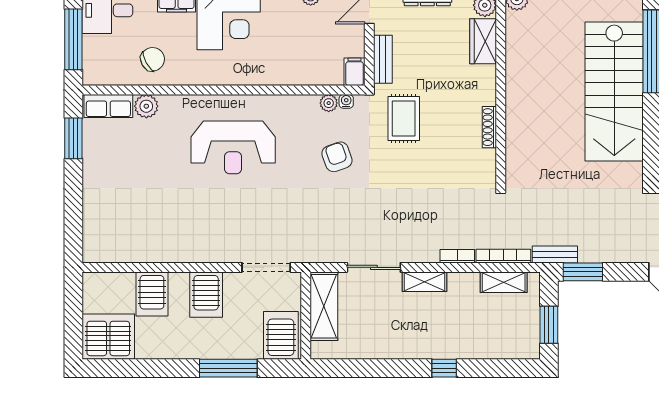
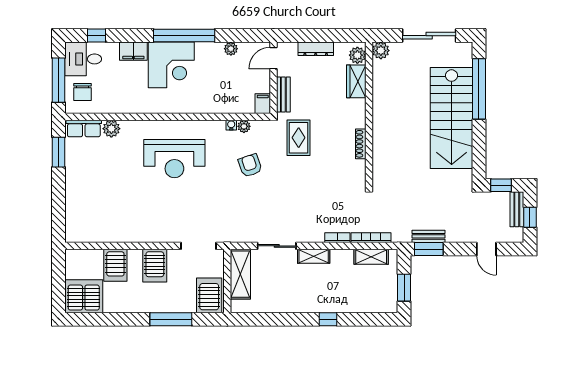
chair: (153, 59) -> (82, 92), moved, turned 119
water cooler: (346, 101) -> (231, 125), moved
bench: (555, 254) -> (429, 236), moved

